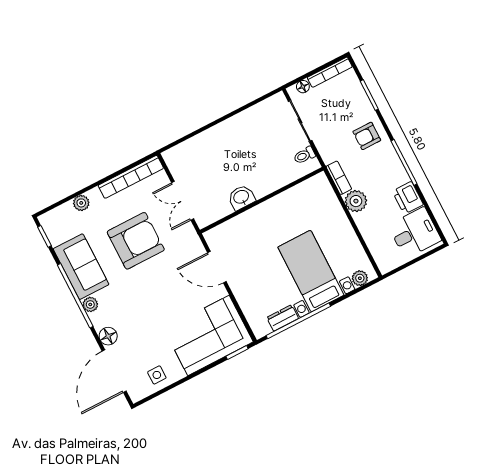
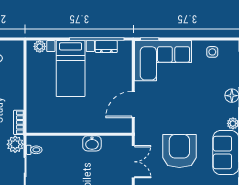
plant: (356, 201) -> (15, 144), moved
armchair: (136, 241) -> (179, 151), turned 90
door: (217, 267) -> (133, 104), swing flipped

